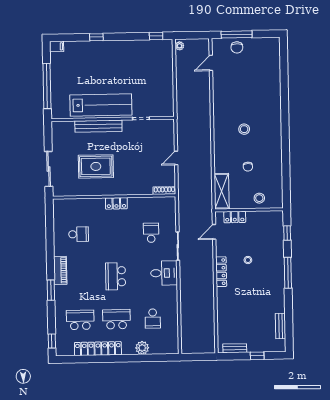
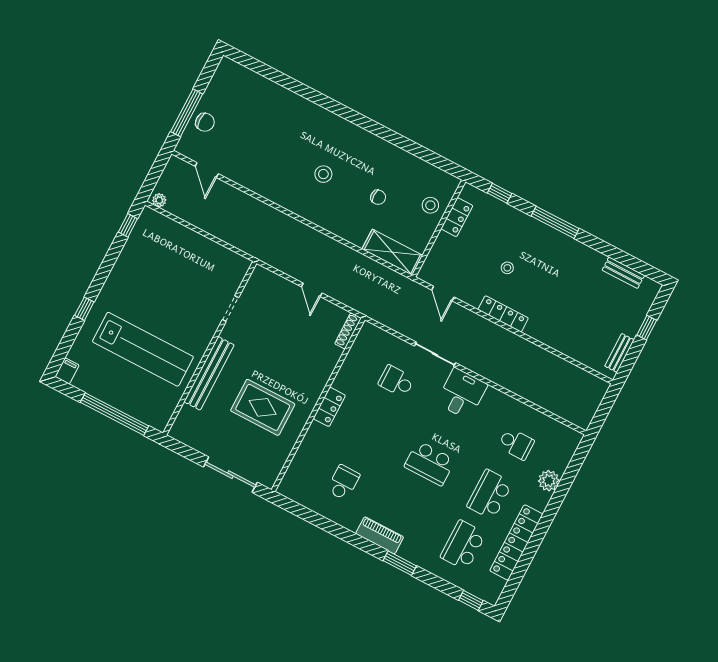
lab bench: (101, 105) -> (143, 349), moved, turned 90
rug: (96, 166) -> (263, 407), turned 90
locker: (235, 217) -> (457, 217), moved

